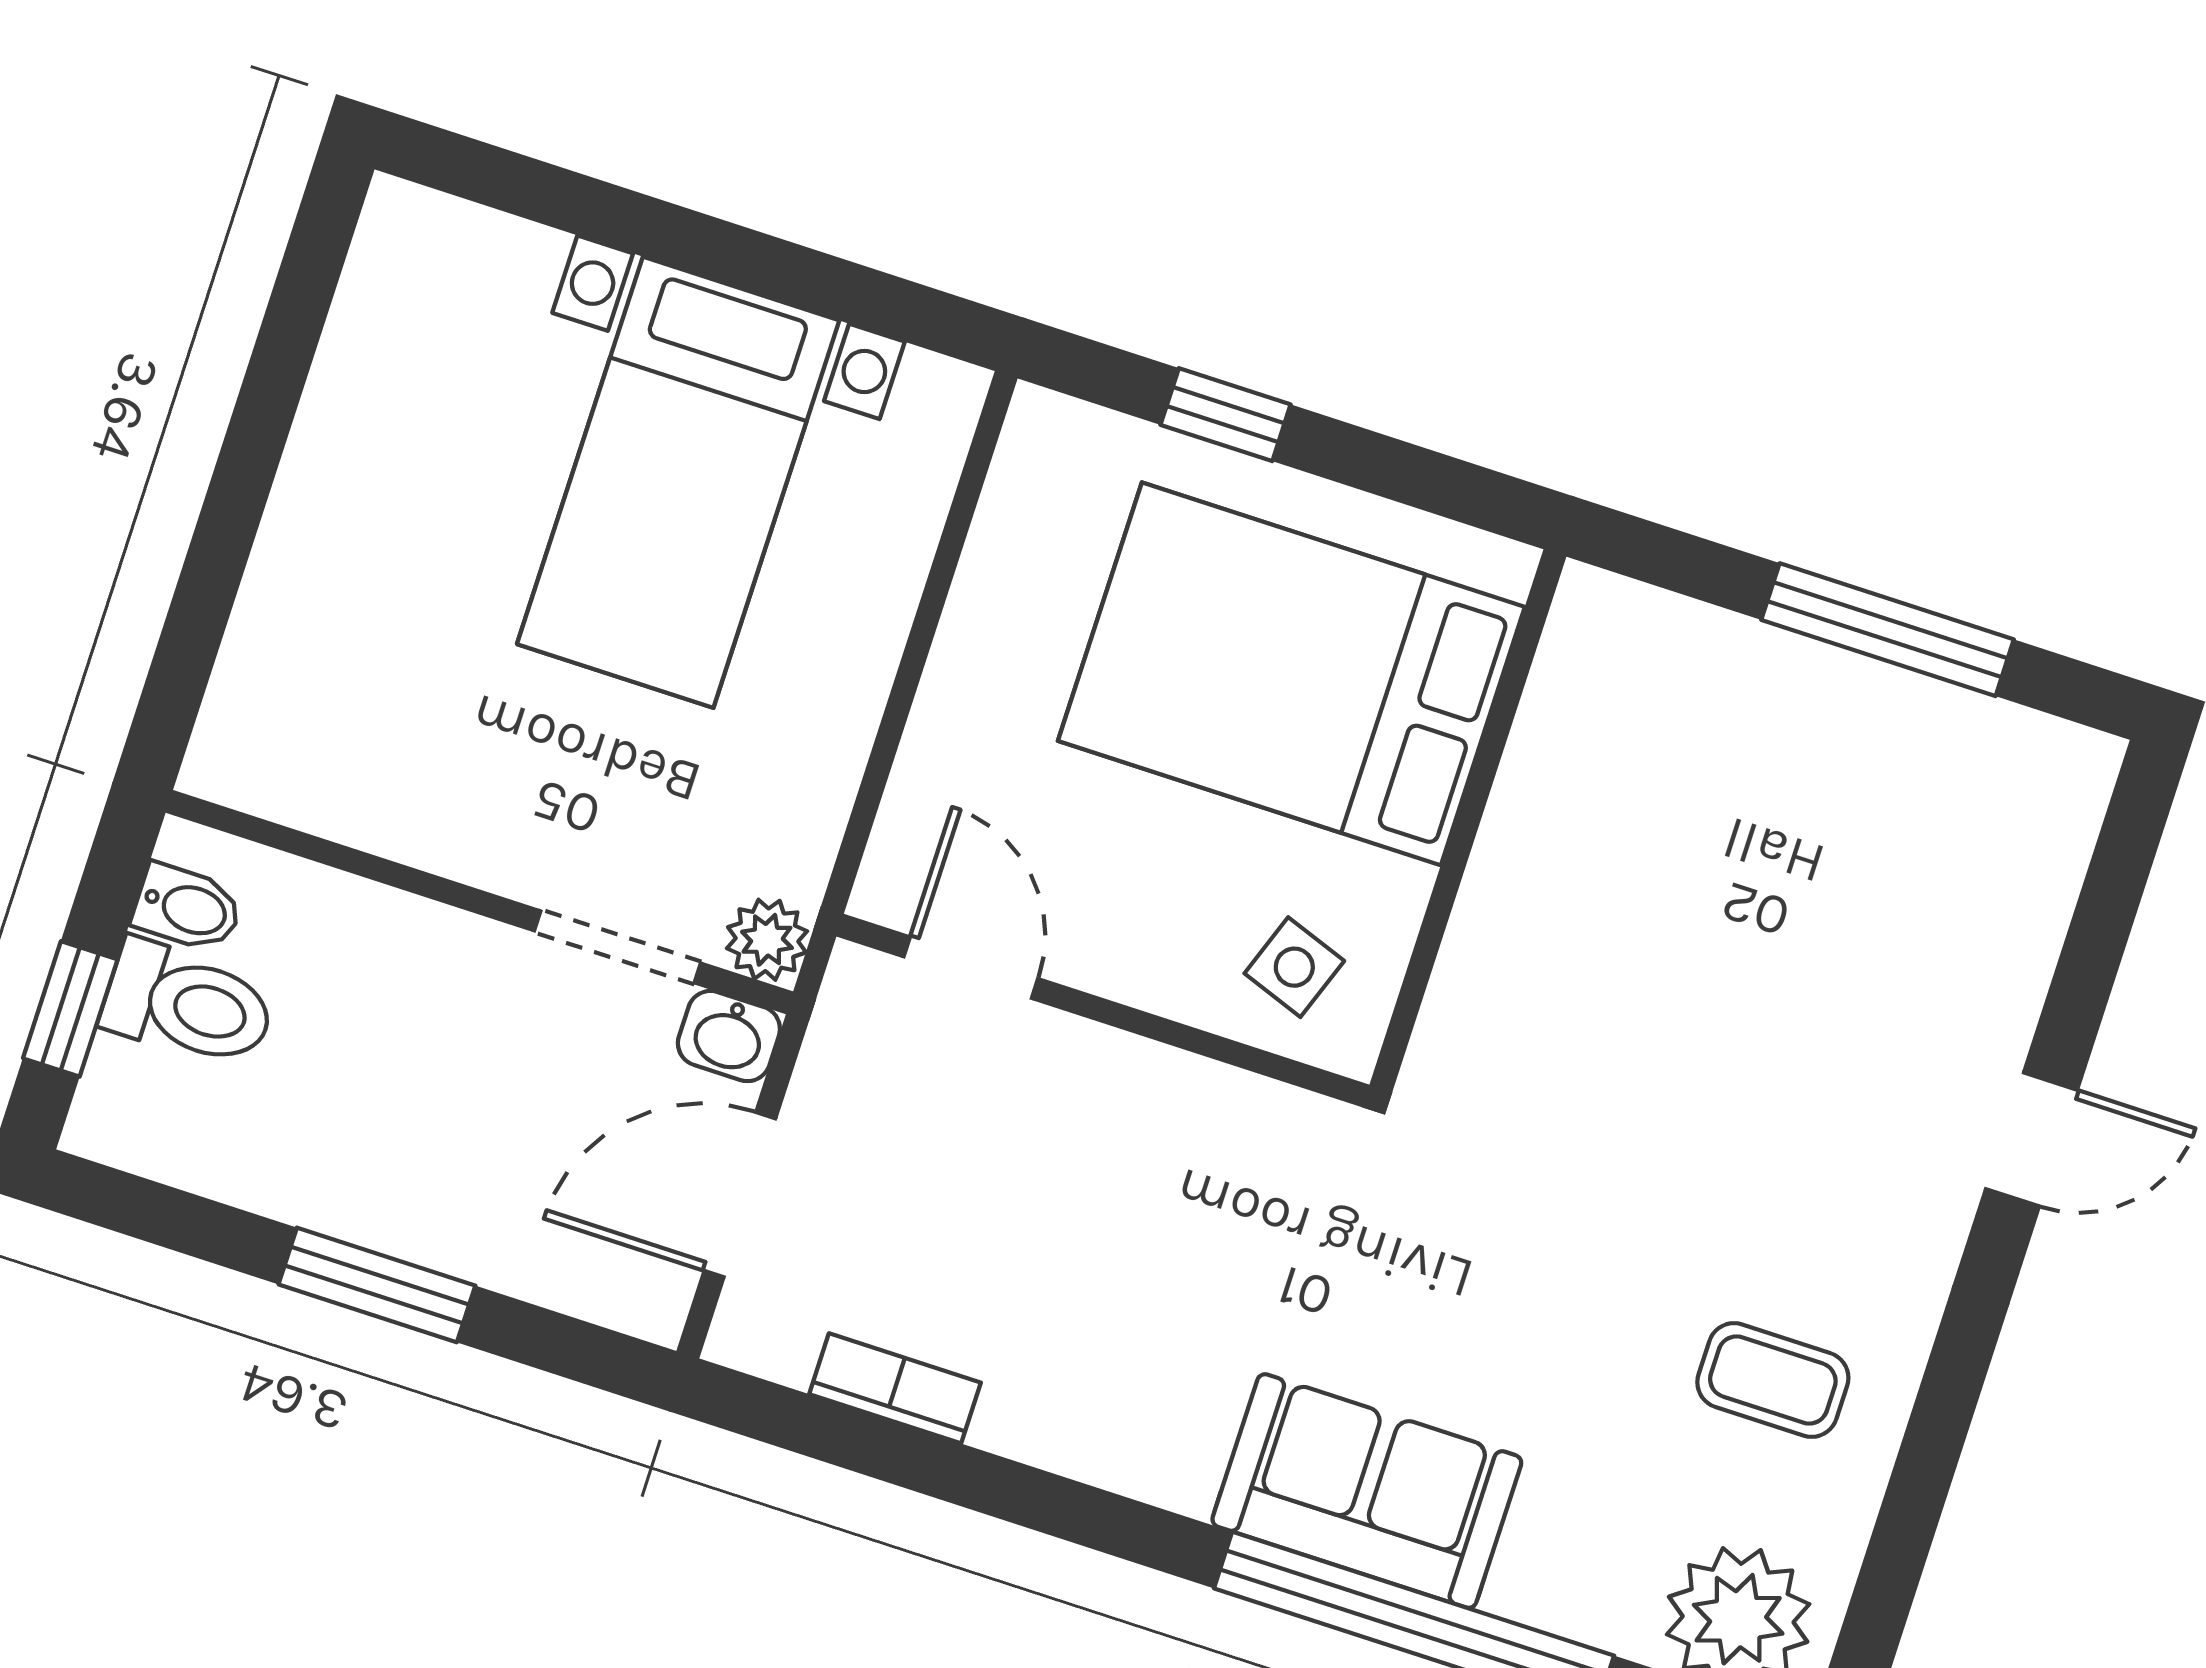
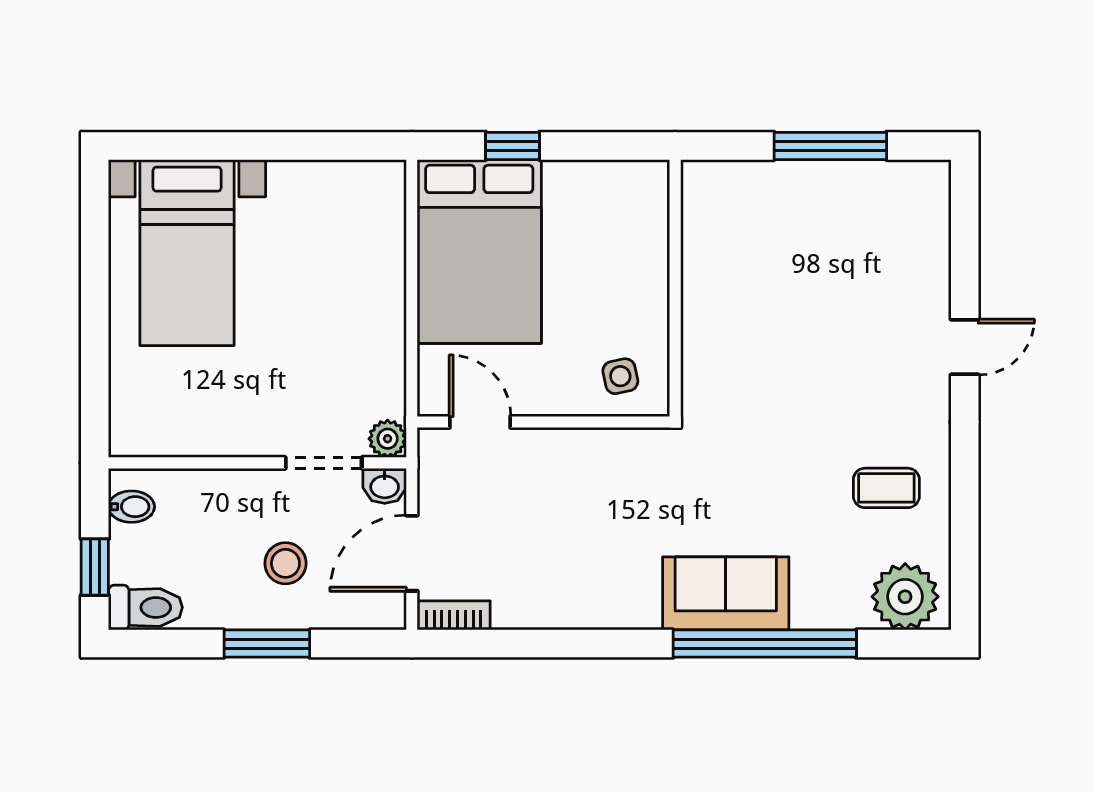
bed with nightstands: (678, 482) -> (187, 253), moved
bed: (1291, 674) -> (479, 252), moved, turned -90
side table: (1294, 967) -> (620, 376), turned -32
toilet: (188, 1004) -> (145, 607), moved
stool: (470, 1130) -> (285, 563), added
bookcase: (895, 1388) -> (454, 615), moved

